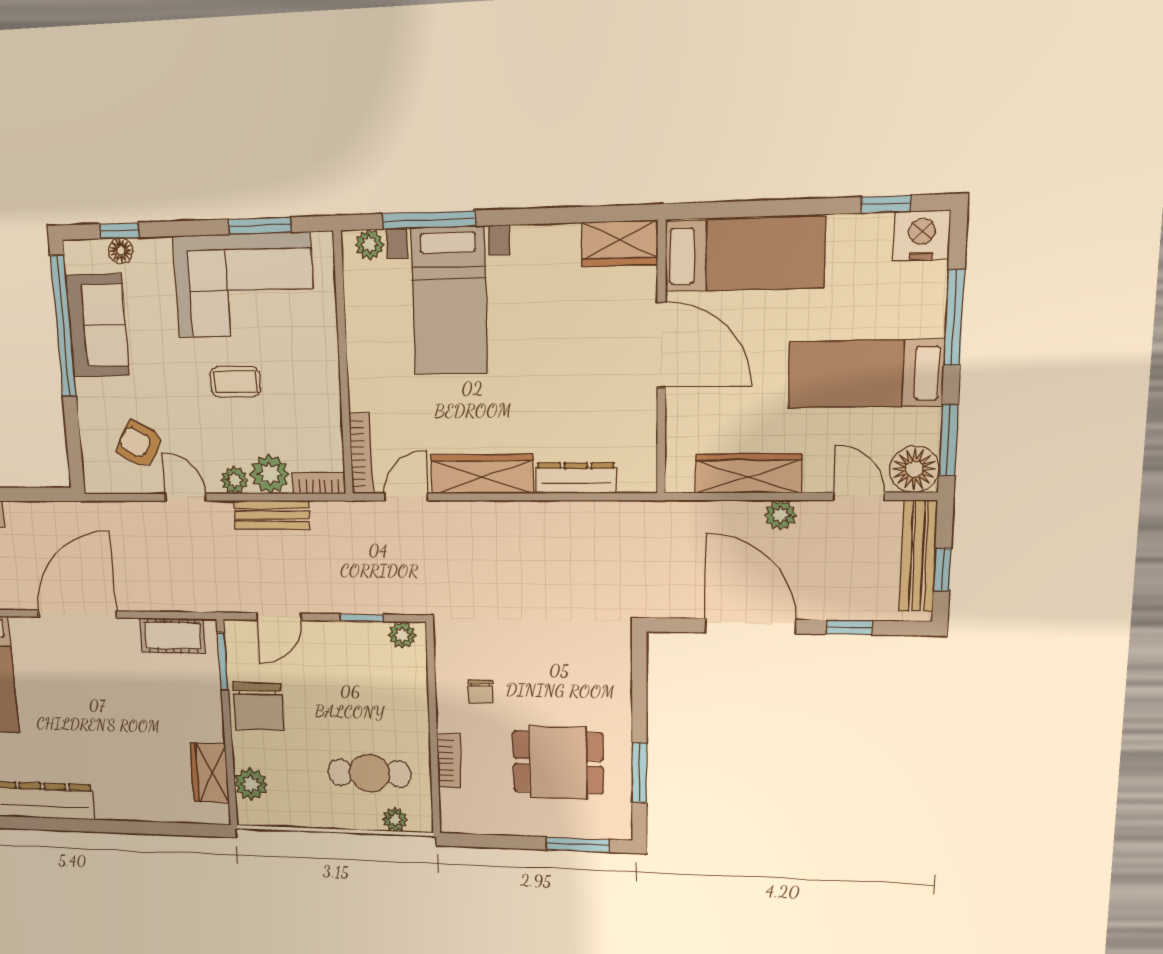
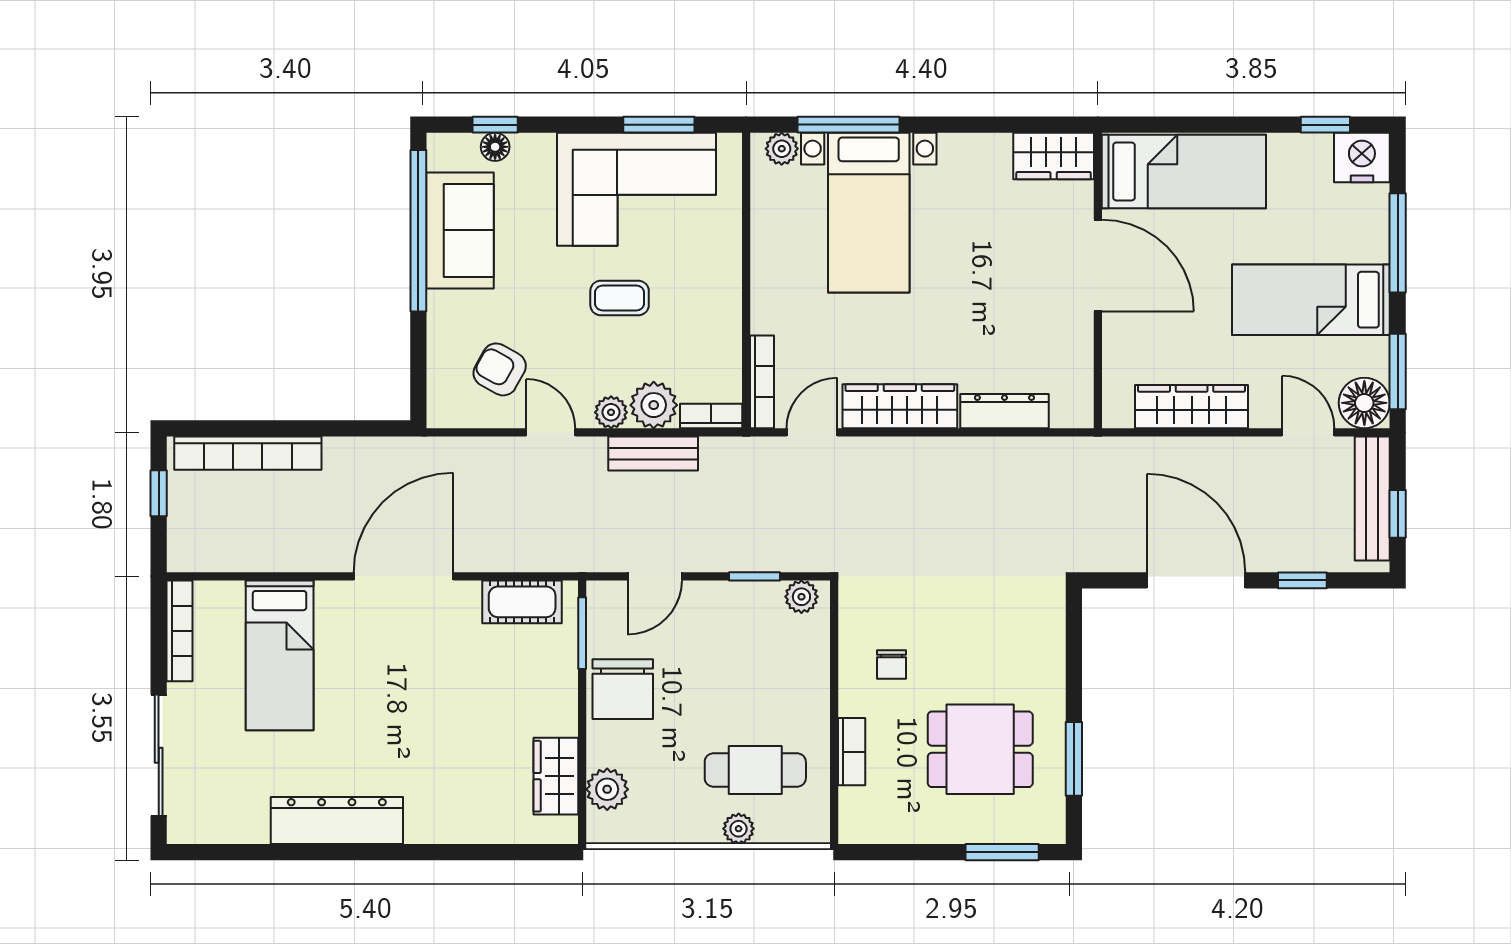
plant: (780, 515) -> (1226, 453), removed
plant: (395, 820) -> (739, 829), moved

